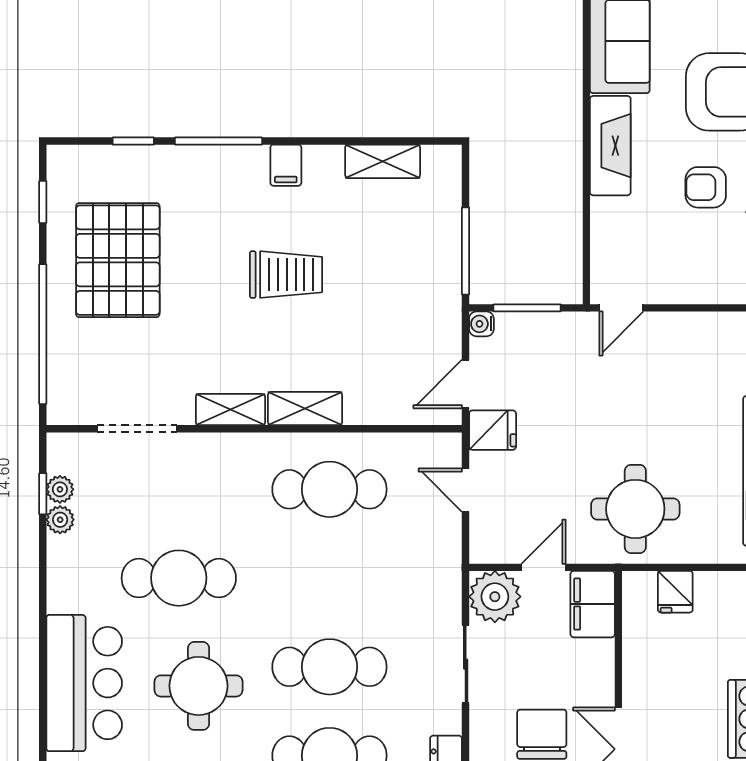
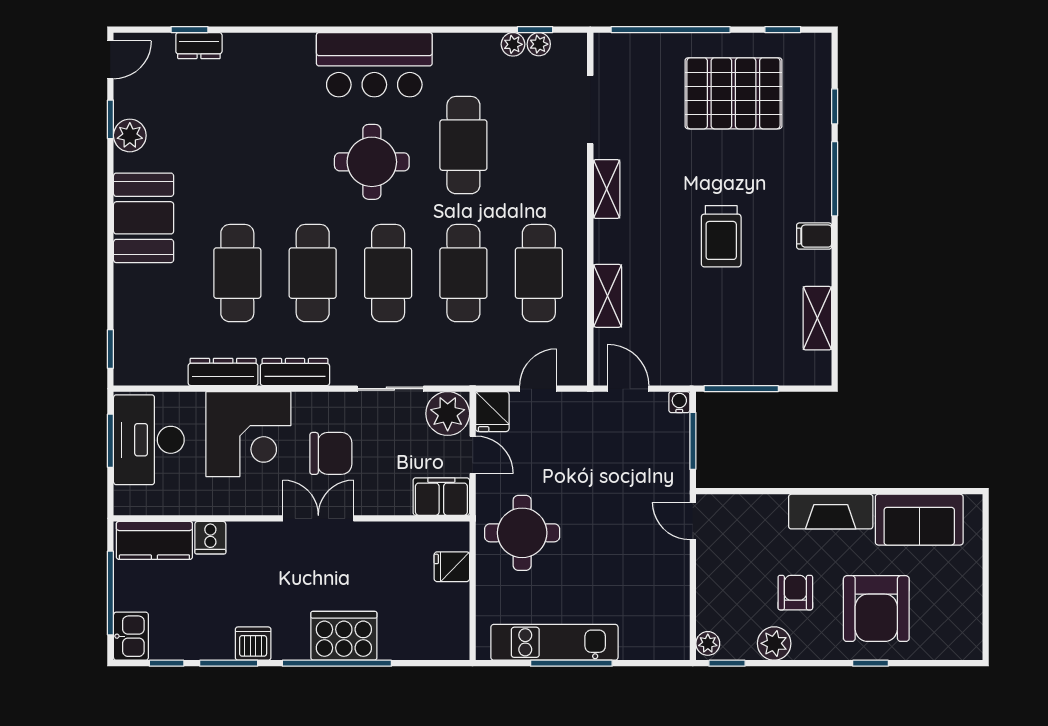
shelving: (305, 409) -> (607, 296), moved
fridge: (493, 430) -> (492, 412), moved
cafe table: (329, 578) -> (463, 273), added

